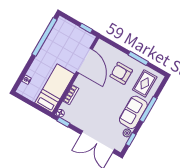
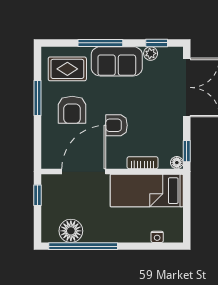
floor lamp: (57, 35) -> (71, 231), added
armchair: (99, 92) -> (117, 125), added

